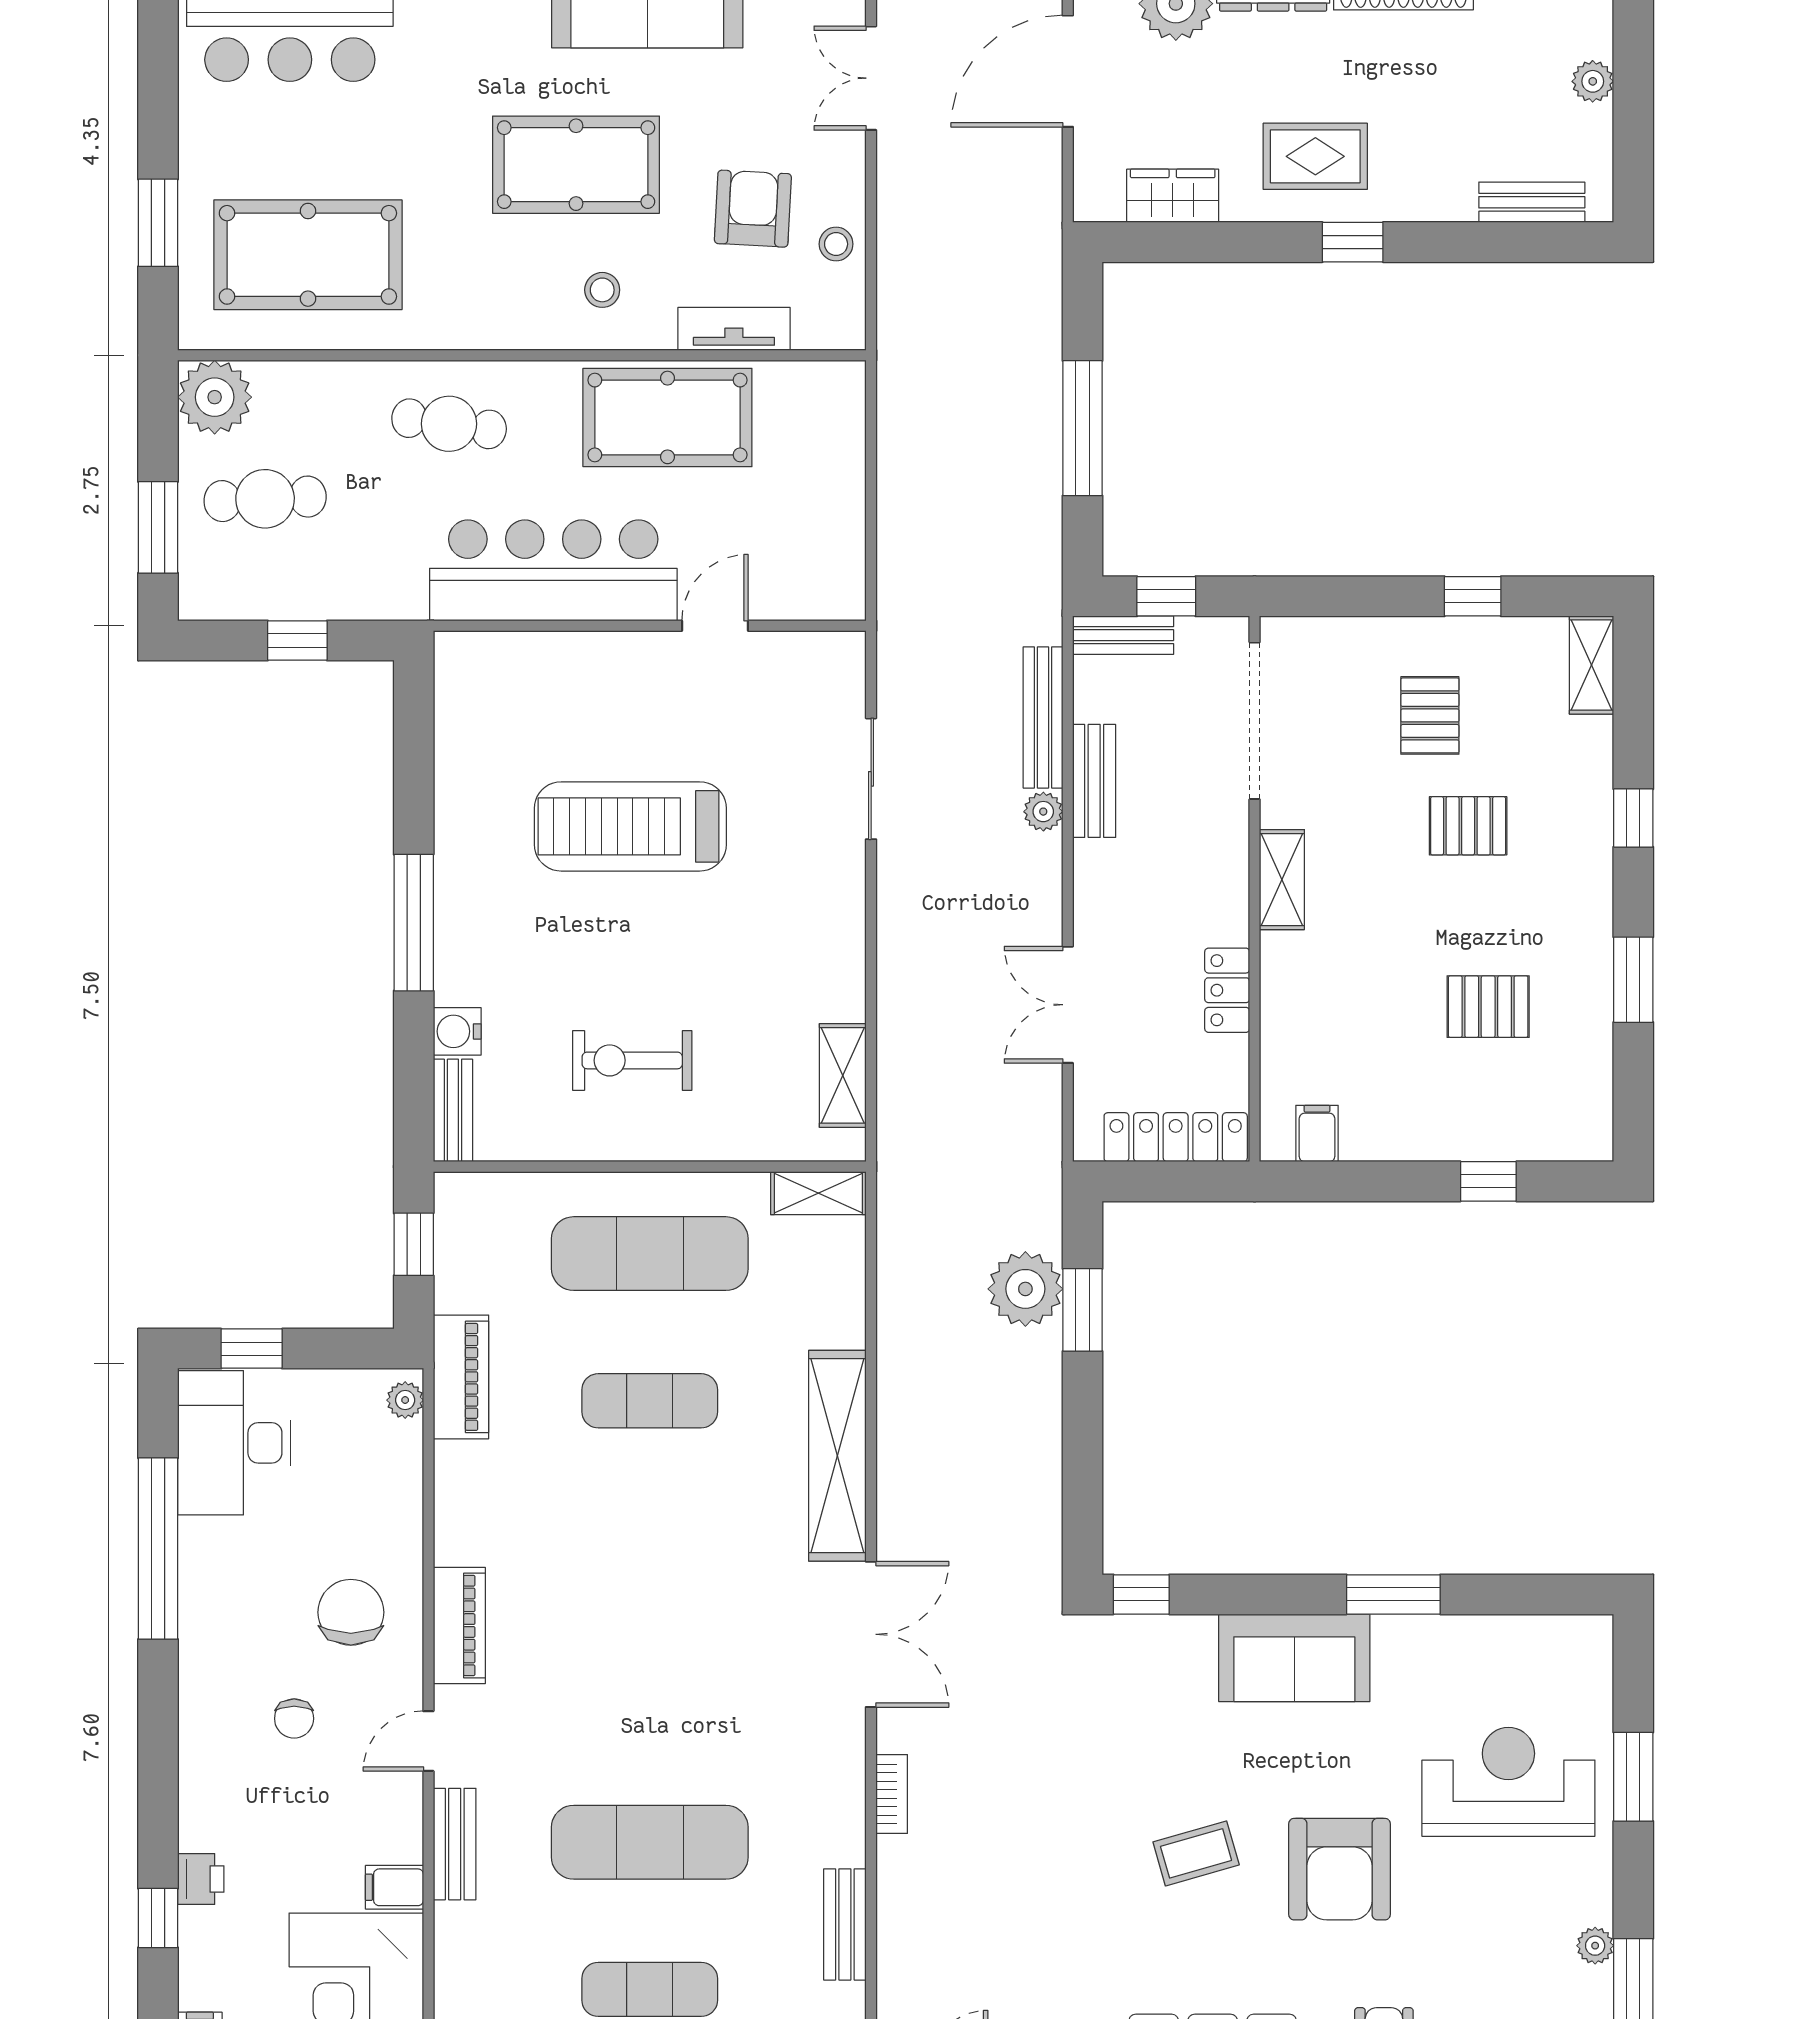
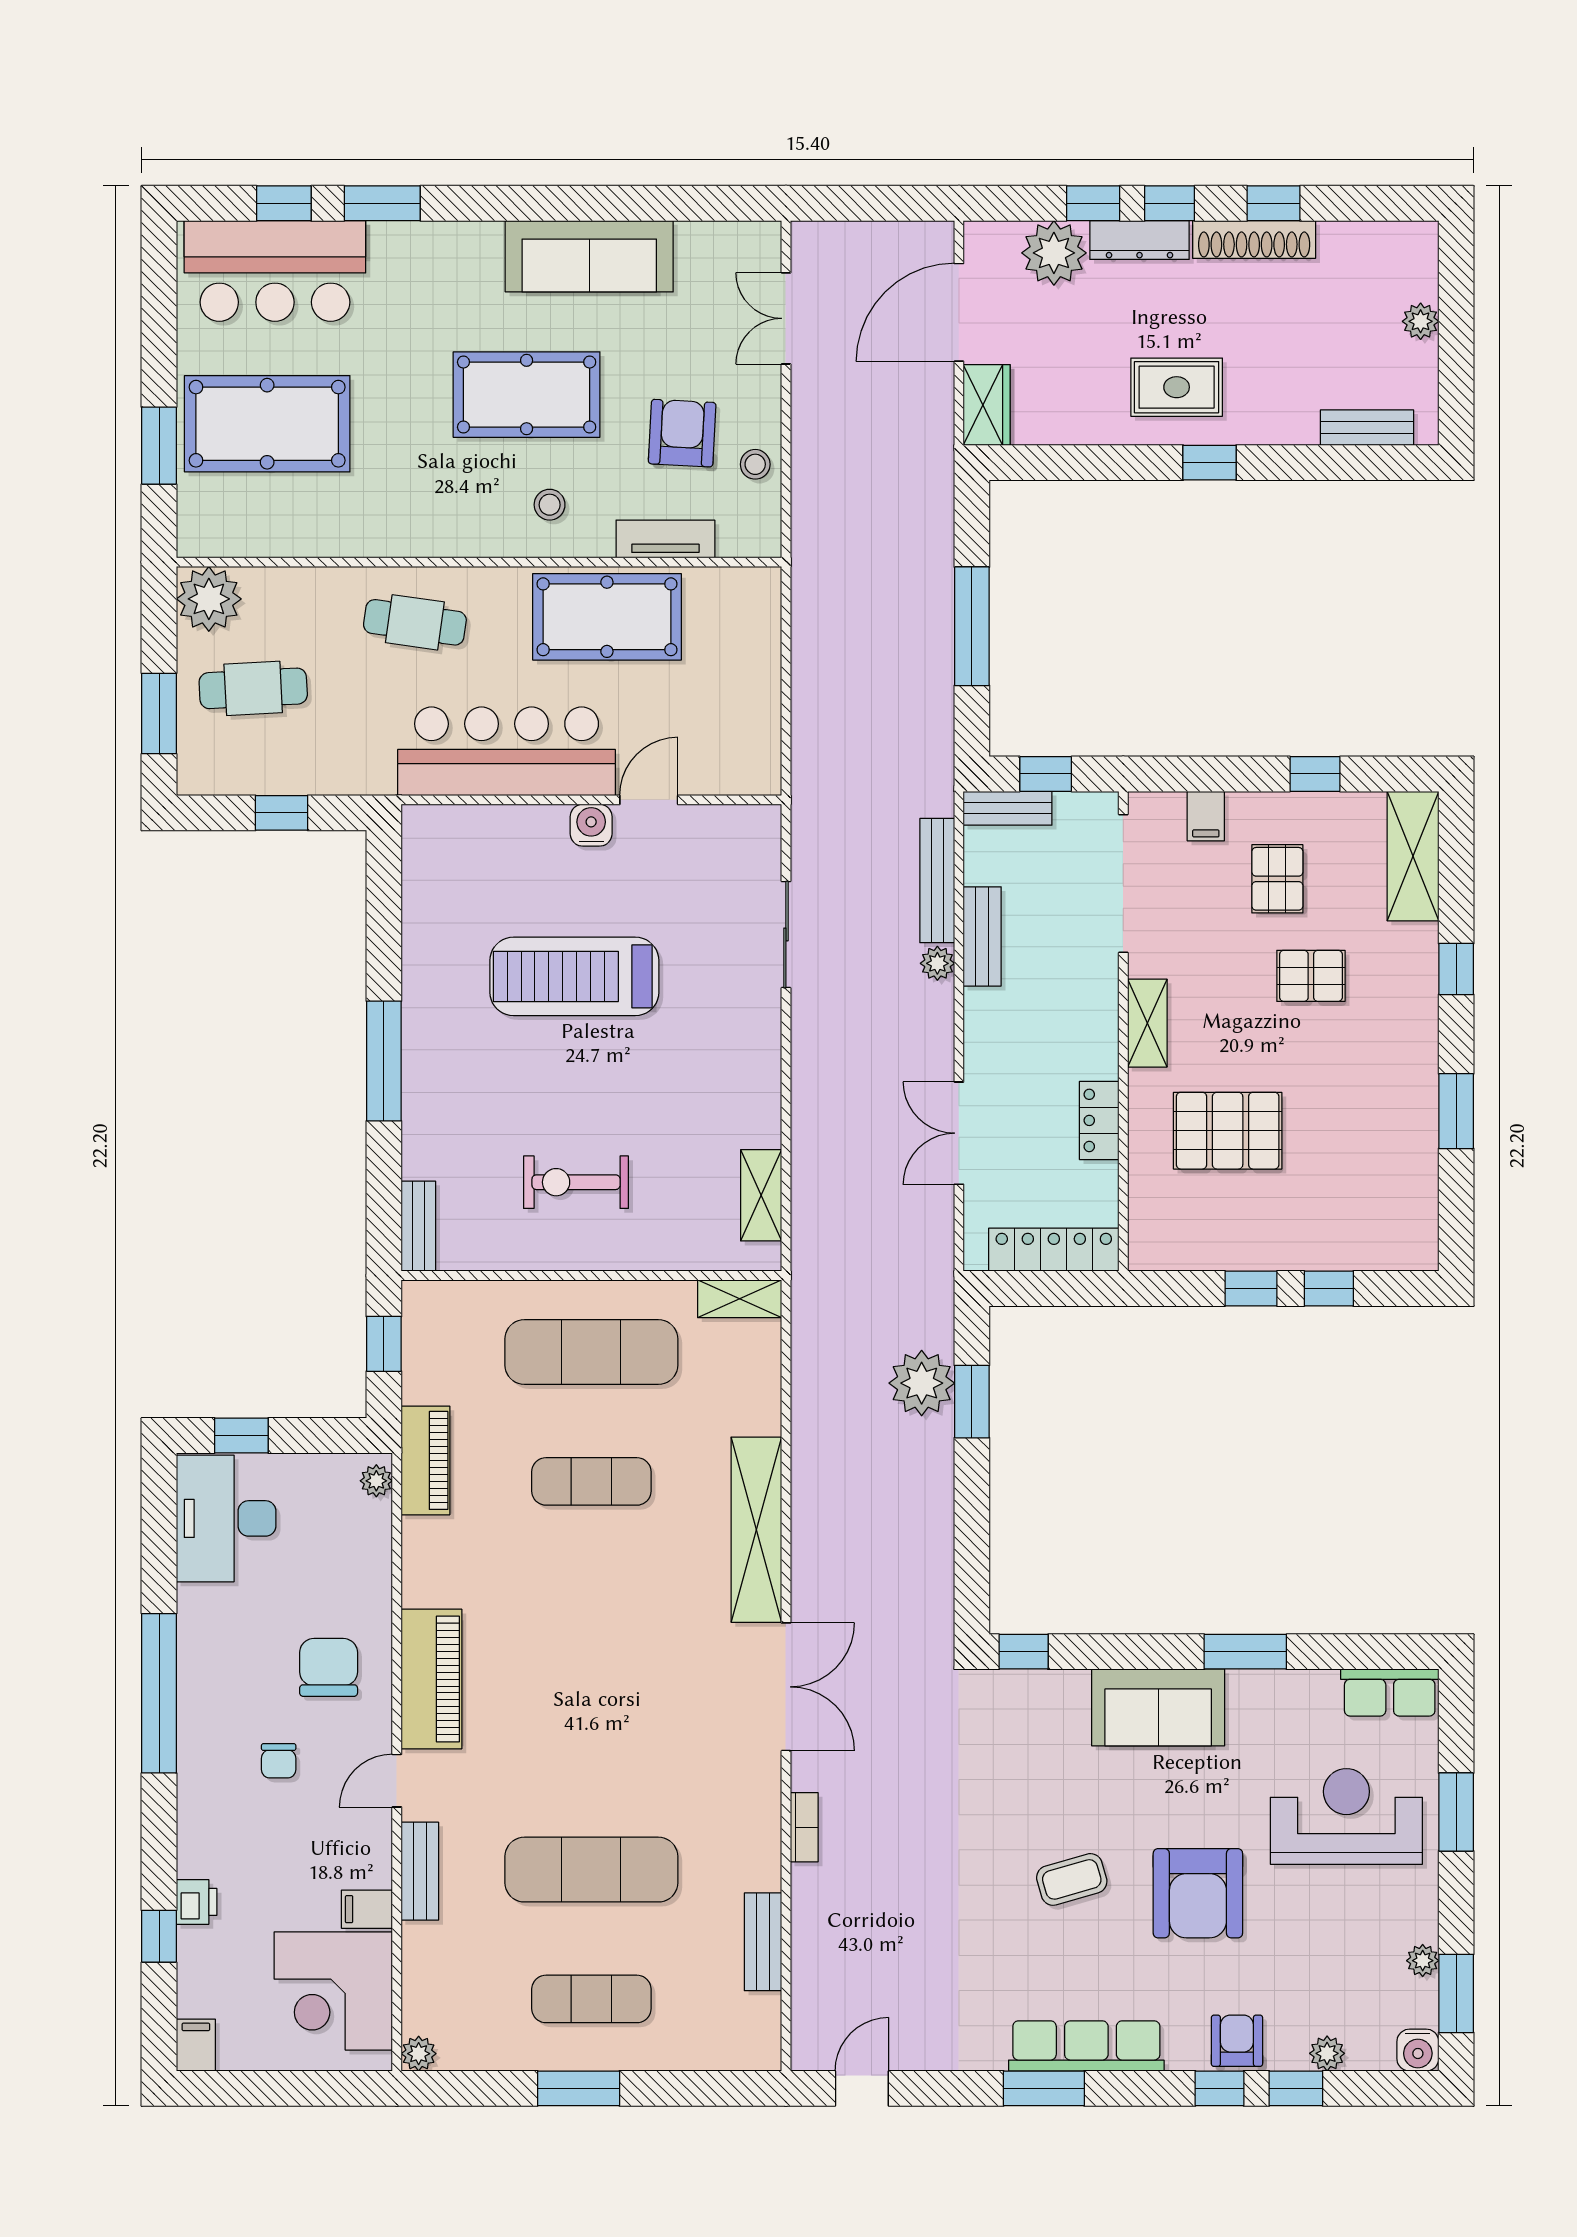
wardrobe: (1173, 196) -> (987, 405), moved, turned 90
pool table: (308, 255) -> (267, 424), moved
shelving: (1591, 665) -> (1413, 856), width x1.50, depth x1.33
pallet: (1488, 1007) -> (1228, 1131), moved, width x1.50, depth x1.42
water cooler: (457, 1031) -> (591, 825), moved, turned 90
filing cabinet: (1317, 1134) -> (1206, 816), moved, turned 180
window: (1400, 1181) -> (1251, 1289), added
window: (158, 1549) -> (159, 1693), moved
piano: (459, 1626) -> (431, 1679), width x1.37, depth x1.33
row of seats: (1558, 1641) -> (1390, 1693), added

